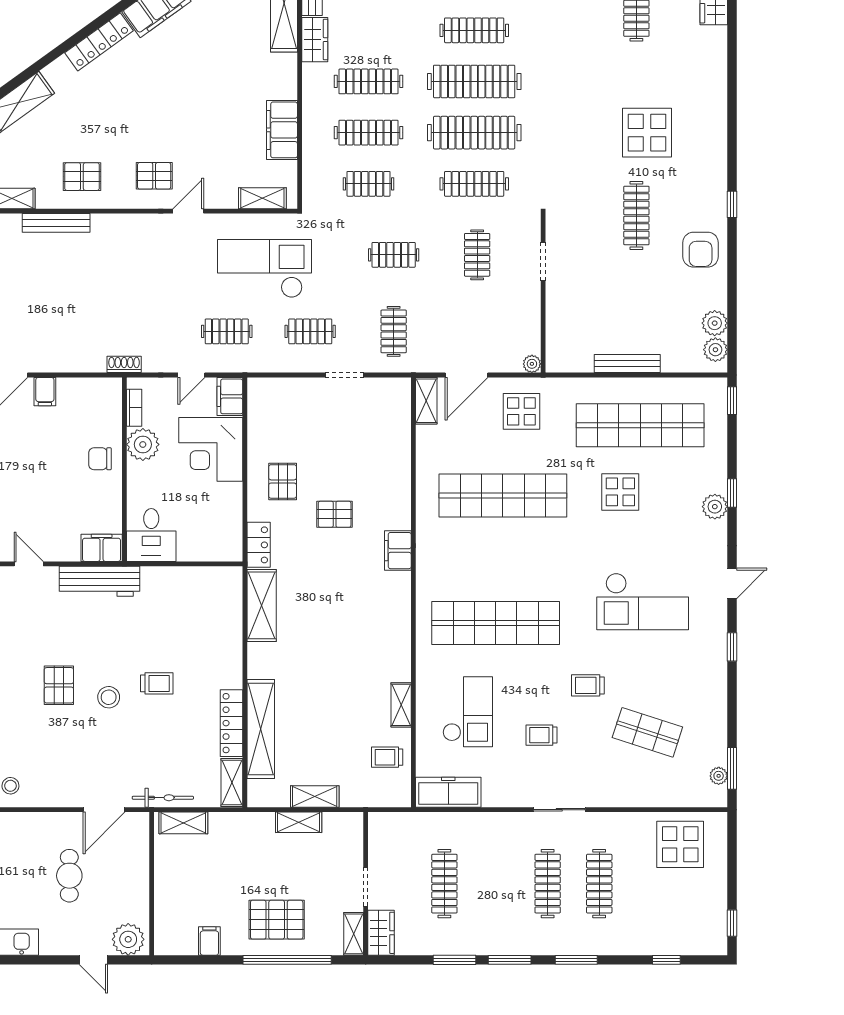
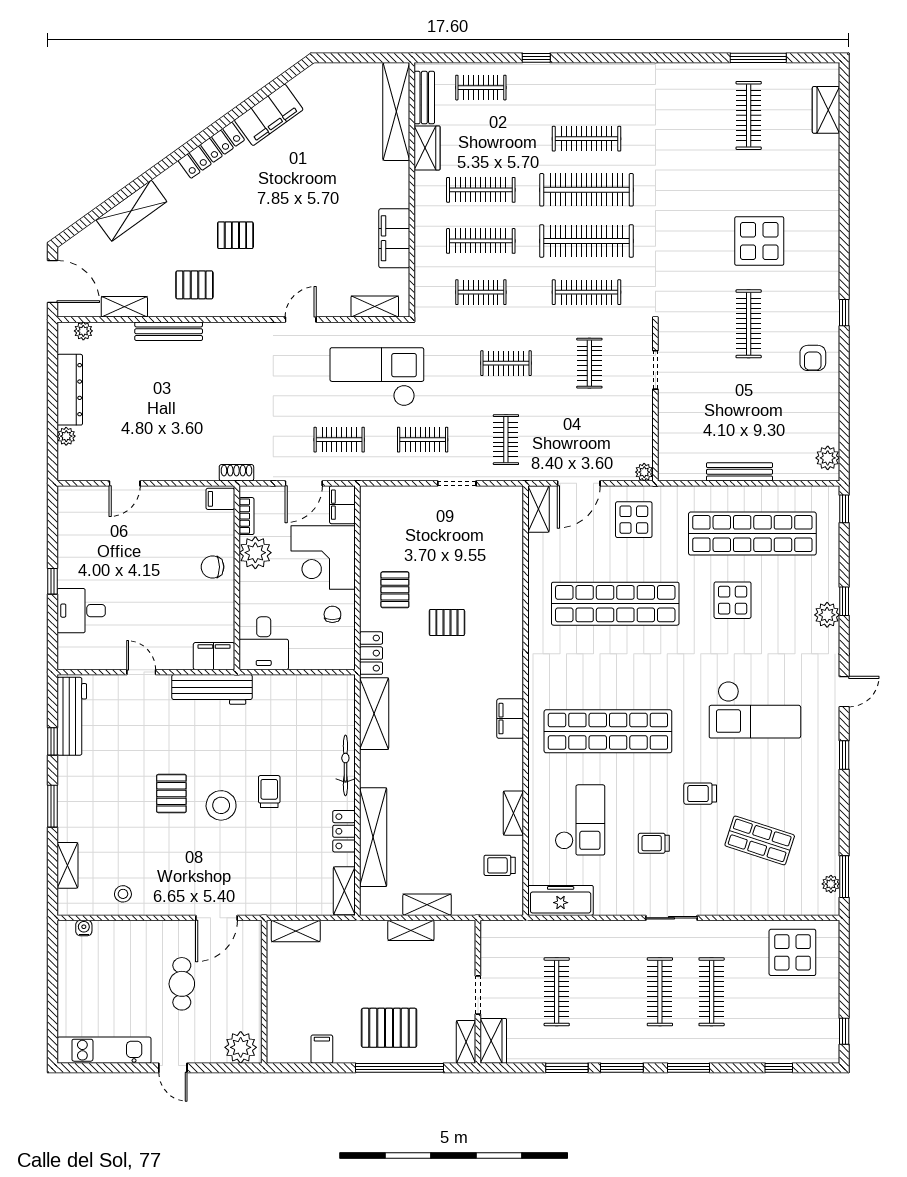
pallet: (154, 176) -> (235, 235), moved
armchair: (701, 250) -> (813, 358), width x0.72, depth x0.72
plant: (715, 323) -> (827, 431), removed
door: (191, 375) -> (304, 483), width x1.38
filing cabinet: (45, 392) -> (220, 499), moved, turned 90
chair: (220, 506) -> (332, 614), added
filing cabinet: (398, 551) -> (510, 719), moved
trolley: (157, 683) -> (269, 792), turned -90
stool: (109, 697) -> (221, 805), width x1.38, depth x1.38
locker: (232, 723) -> (344, 831), width x0.66
bicycle: (163, 798) -> (345, 765), moved, turned -90
door: (93, 960) -> (173, 1068), moved

